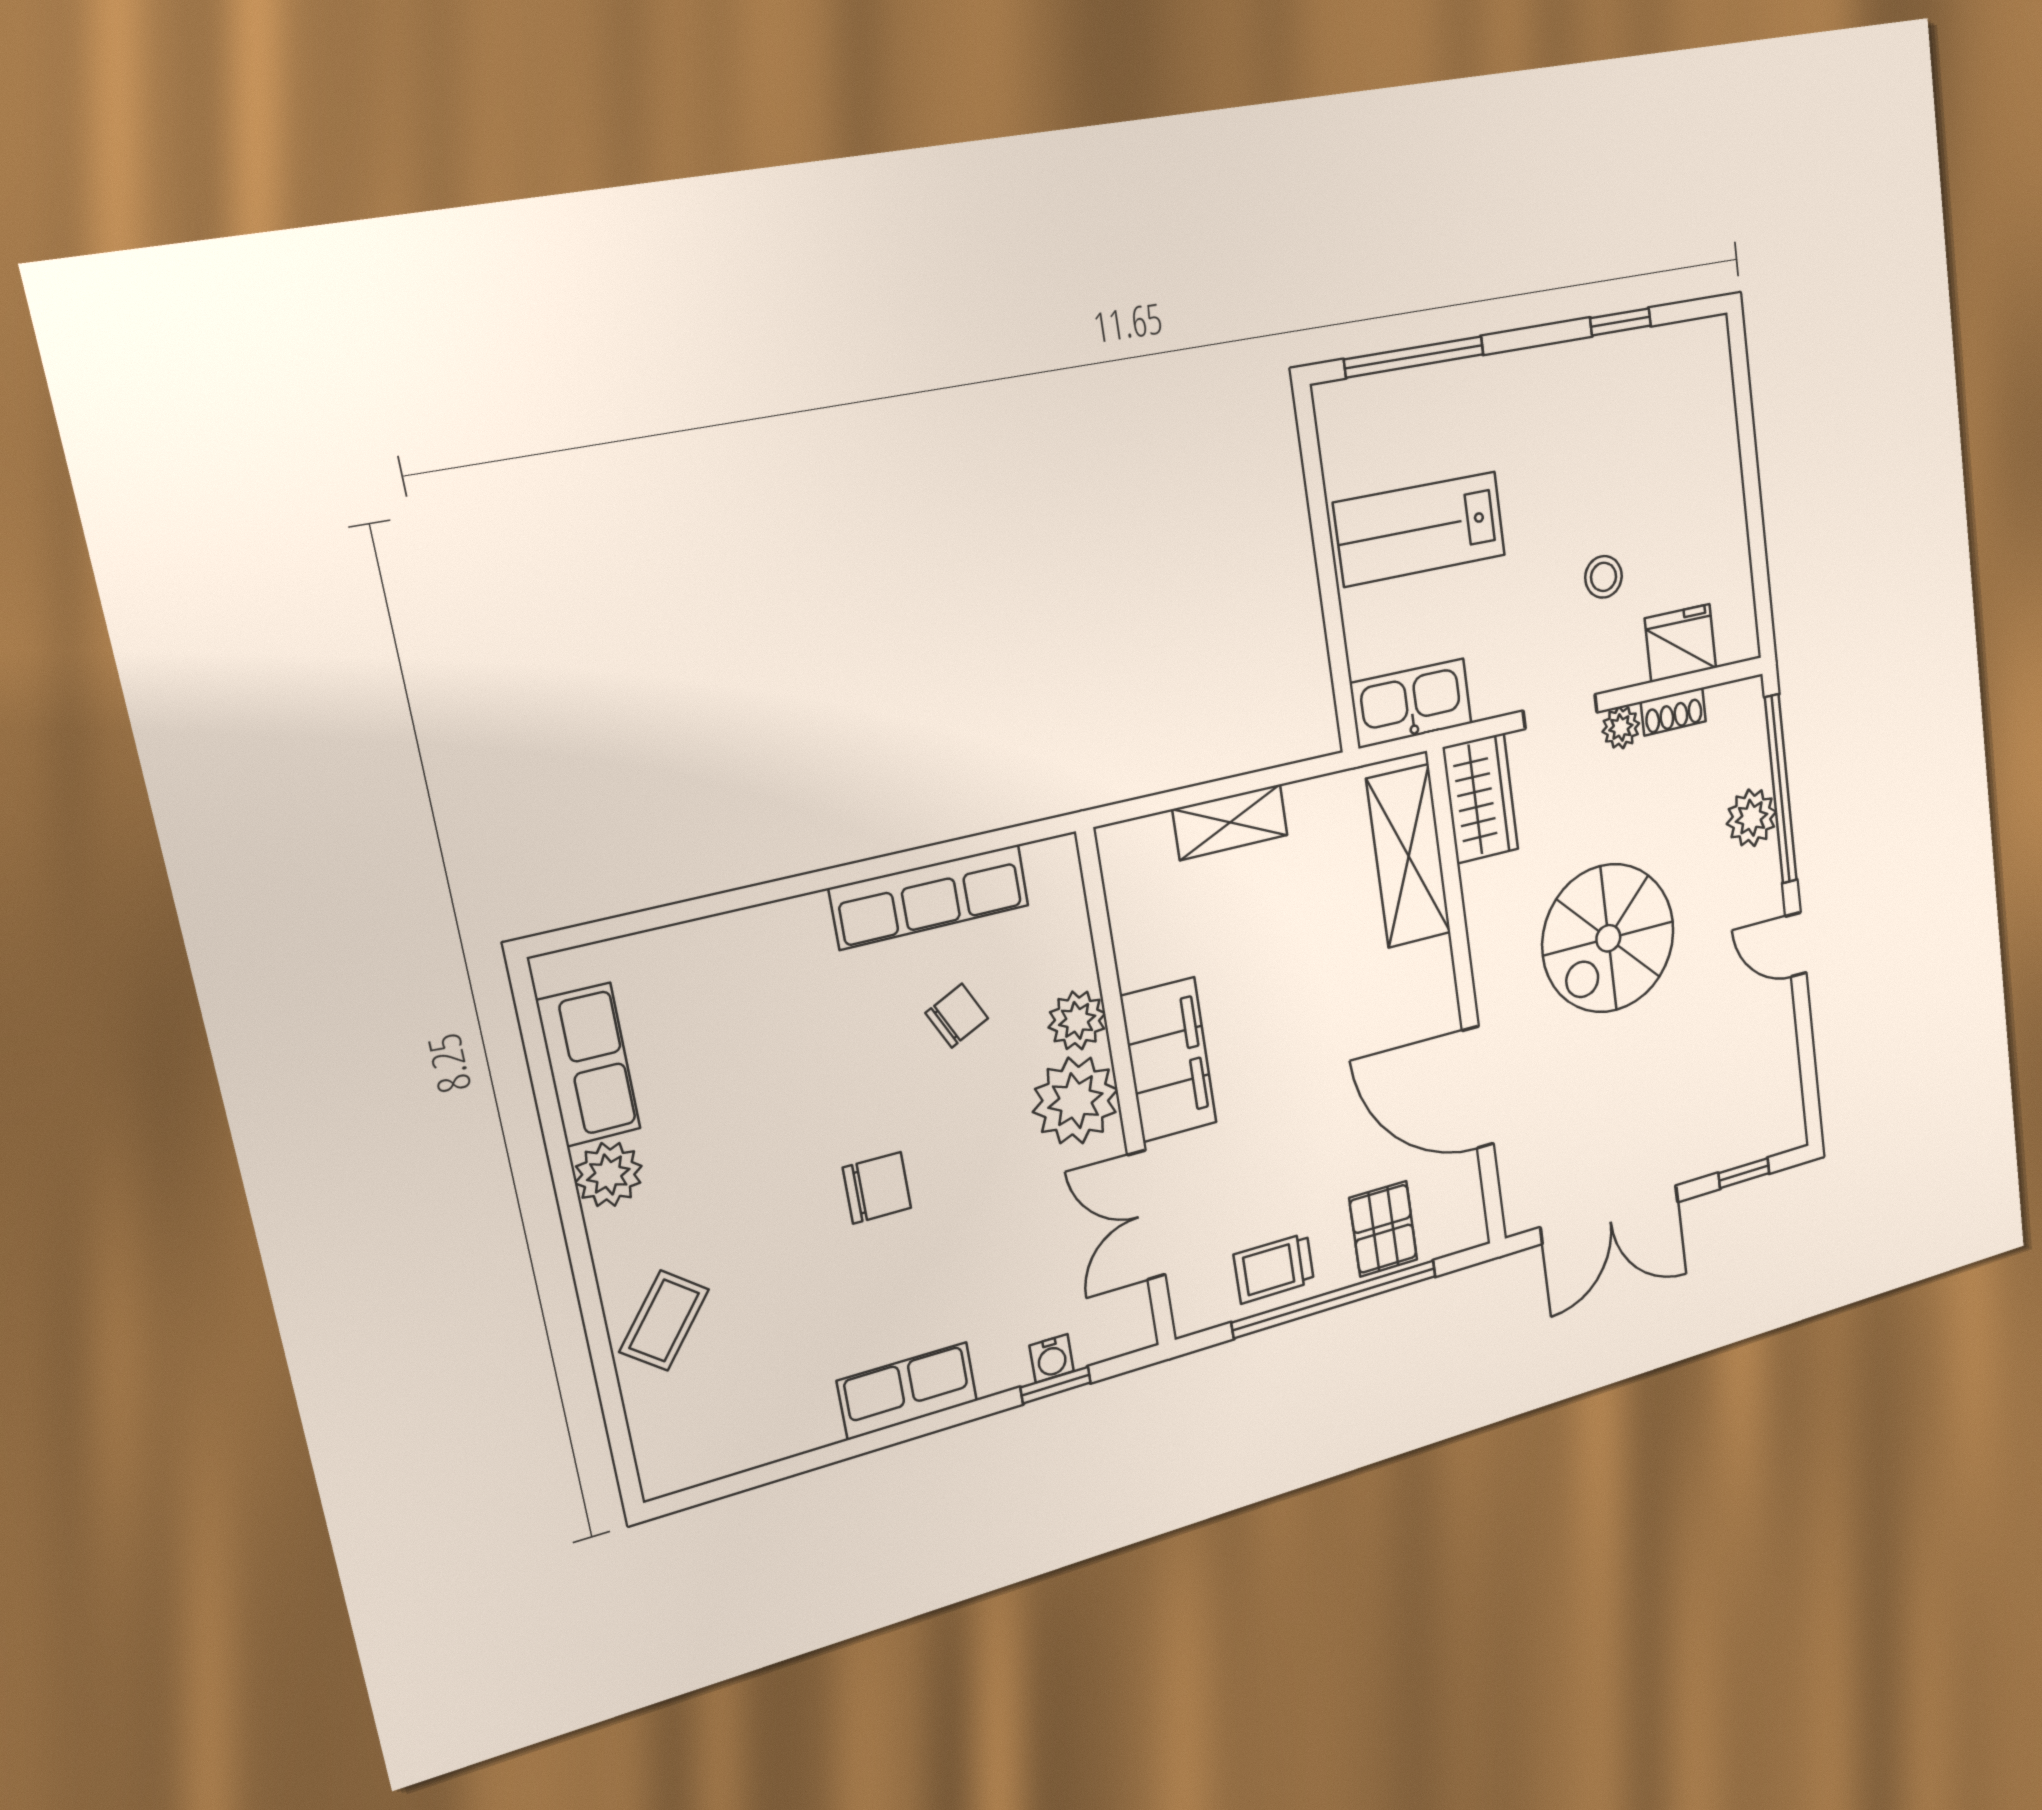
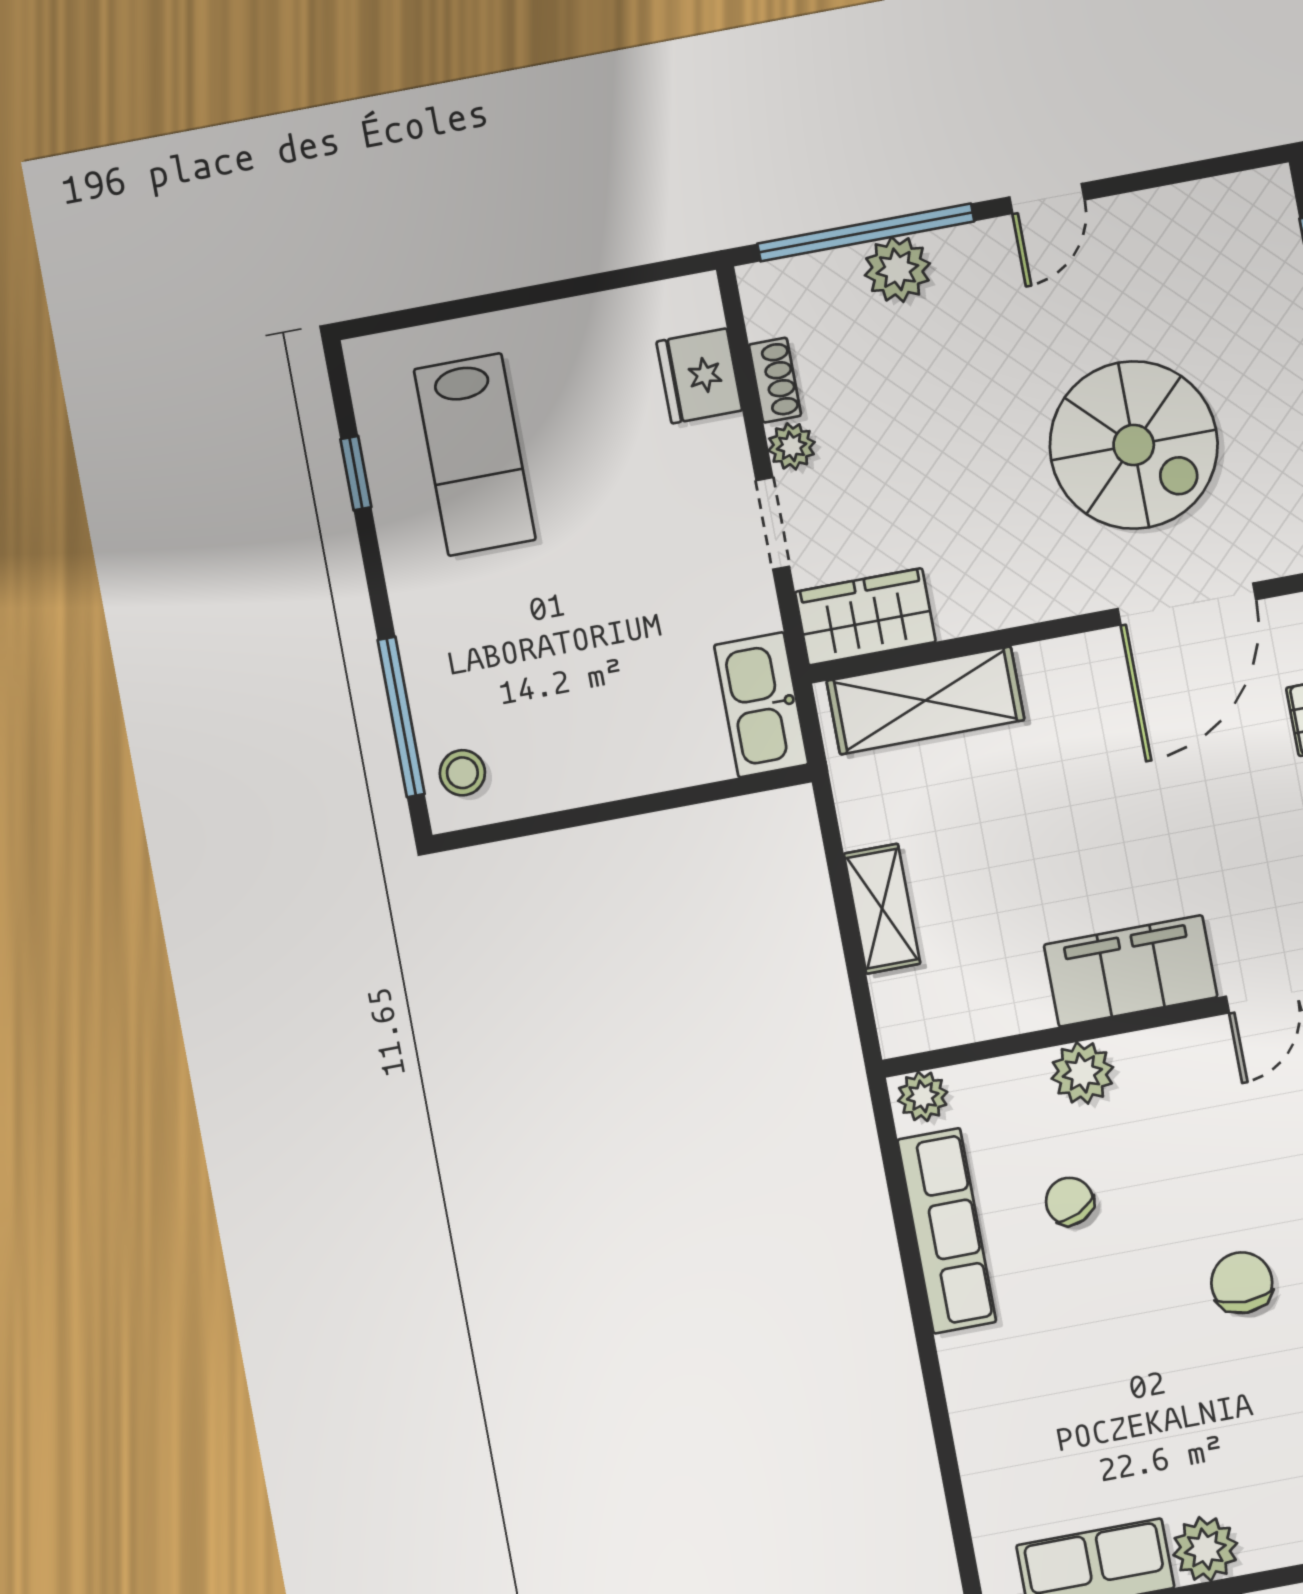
lab bench: (1420, 529) -> (475, 454), moved
stool: (1603, 577) -> (462, 773), moved
spiral stairs: (1608, 938) -> (1134, 445), moved
plant: (1075, 1101) -> (923, 1096), moved, width x0.53, depth x0.53

